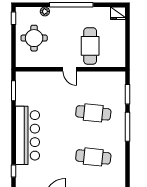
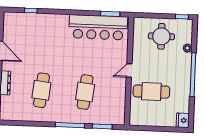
bar counter: (27, 135) -> (98, 27), moved

